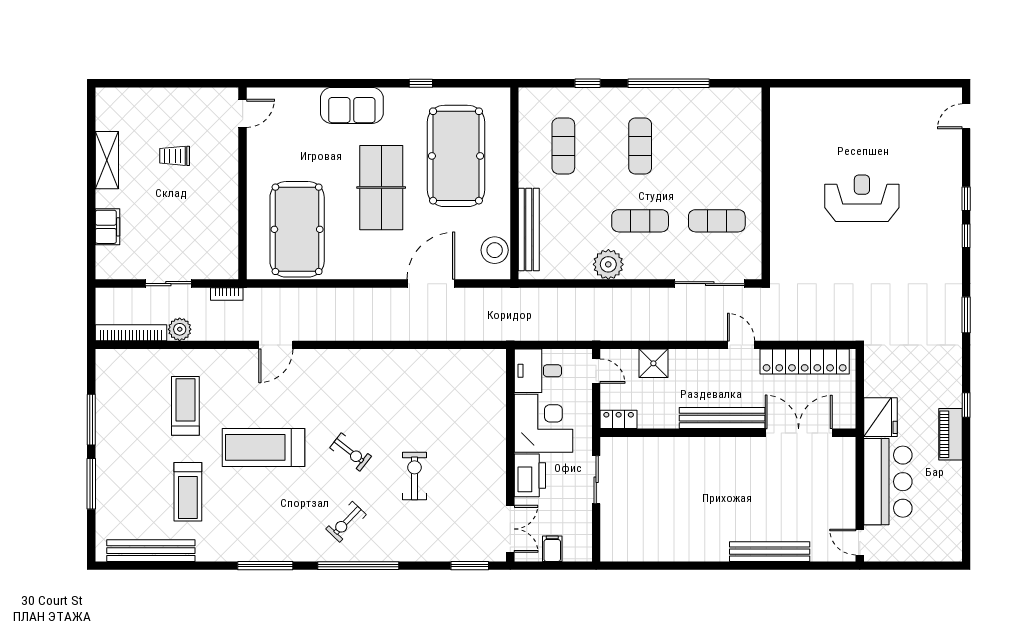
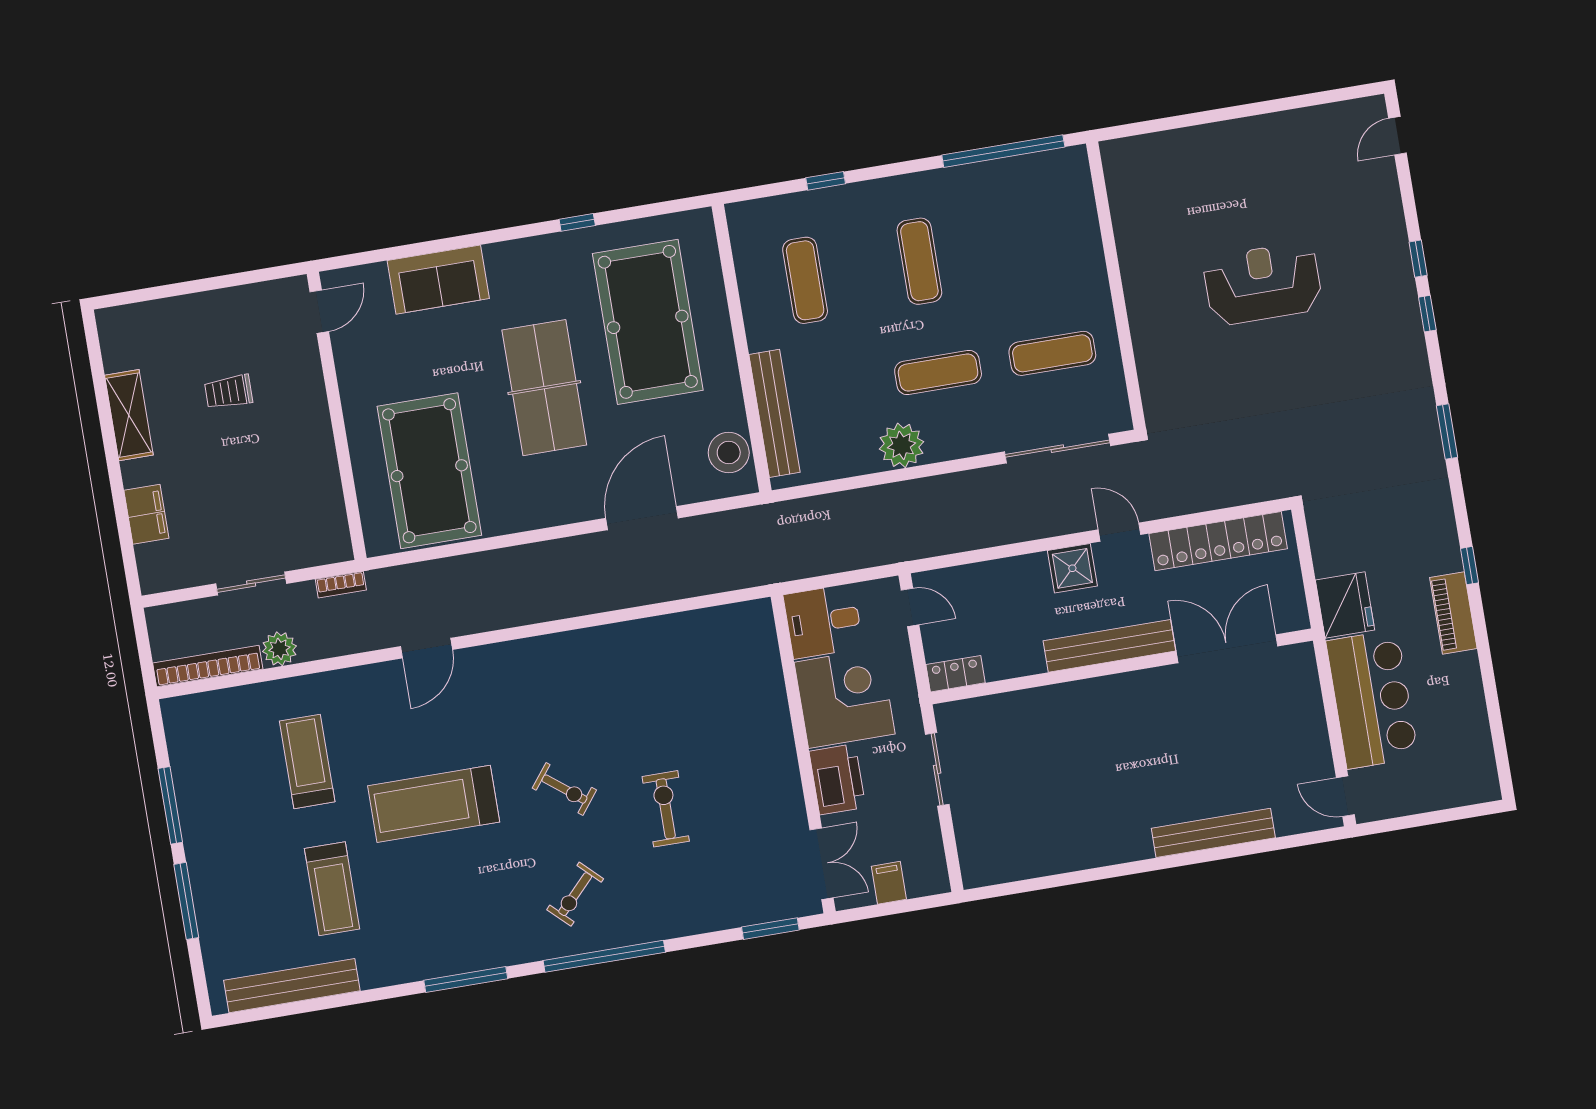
window: (669, 83) -> (1003, 151), moved
sofa: (352, 105) -> (438, 280), moved
shower: (653, 363) -> (1072, 568), moved

